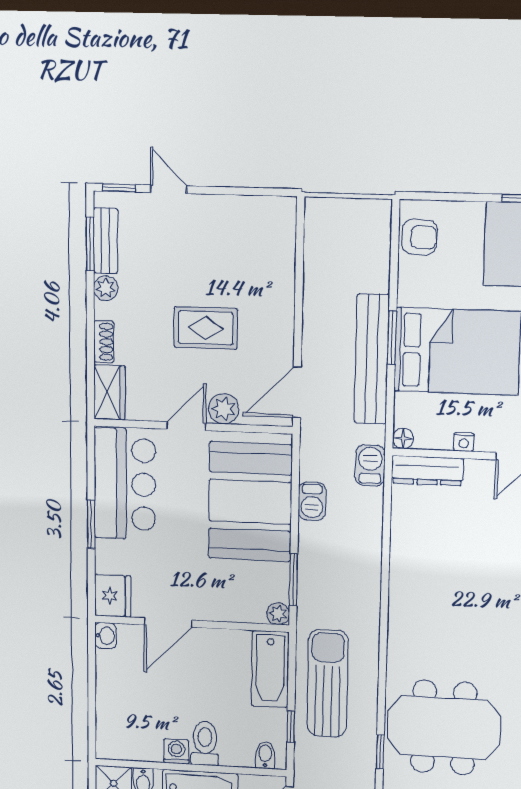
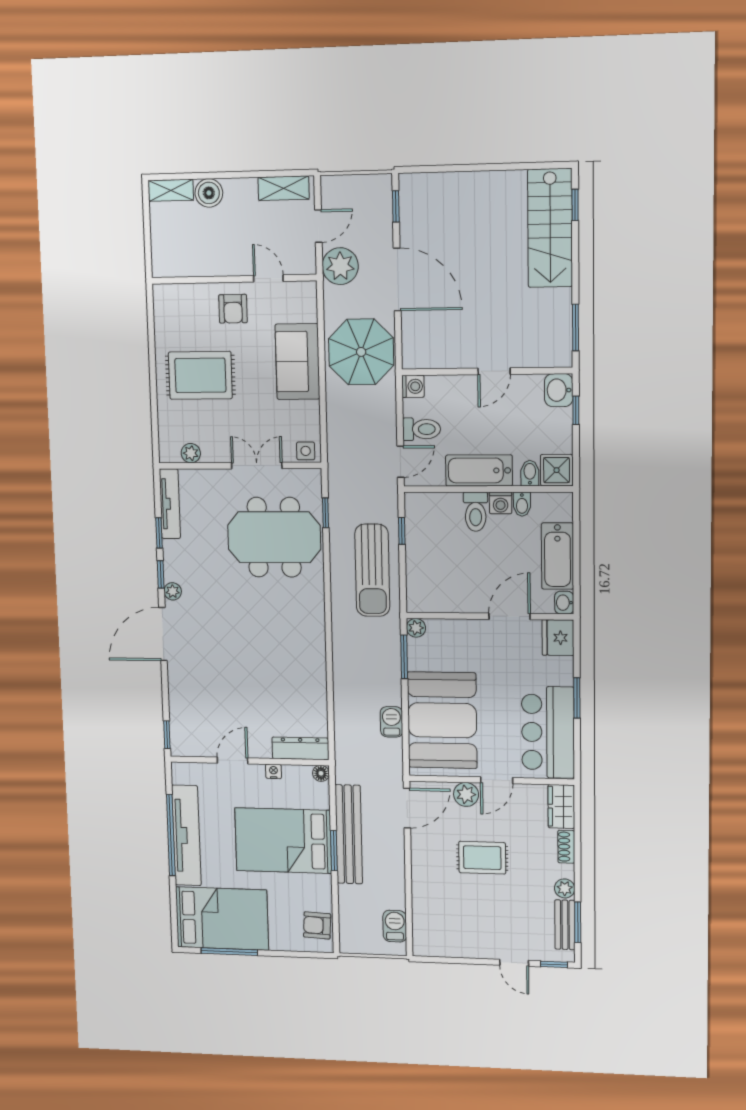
barbecue: (370, 465) -> (395, 926), moved, turned 180
bathtub: (270, 669) -> (558, 556), moved, turned 180
bidet: (265, 755) -> (522, 504), moved

